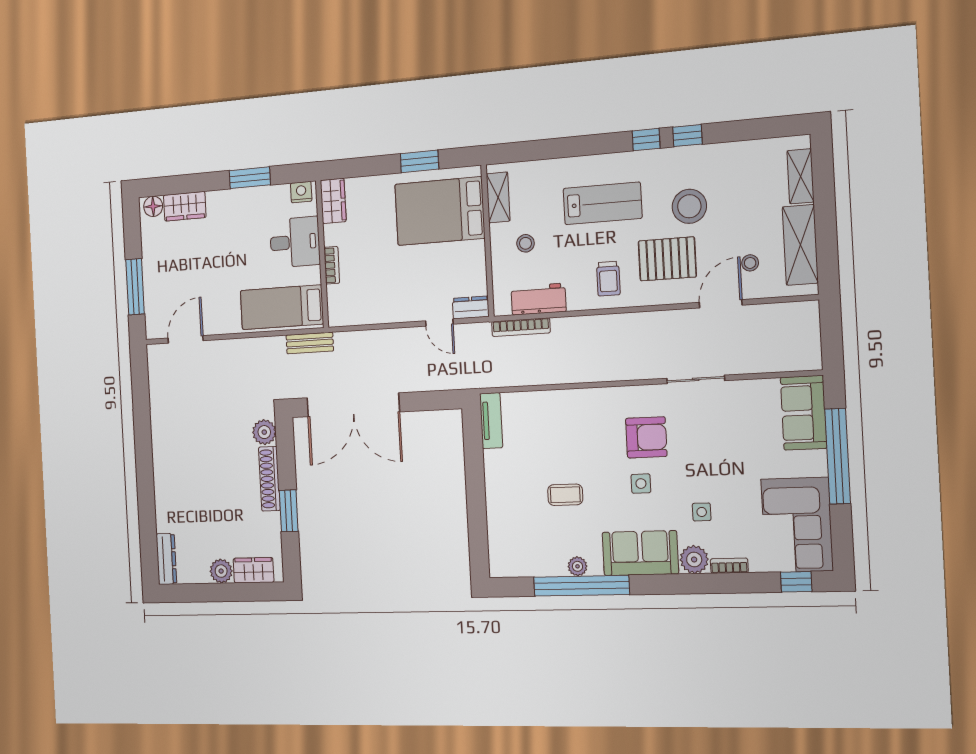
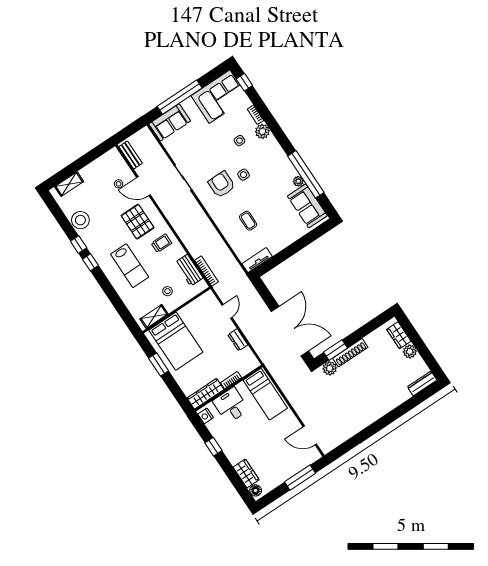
window: (250, 178) -> (213, 447), width x0.67
wardrobe: (333, 201) -> (205, 394), width x1.50
lab bench: (602, 203) -> (130, 266), turned 180
stool: (689, 206) -> (80, 220), moved
shelving: (800, 245) -> (98, 167), removed
dresser: (471, 307) -> (238, 340), moved
bench: (310, 343) -> (131, 155), moved
coffee table: (565, 495) -> (248, 221), moved
window: (289, 511) -> (335, 350), moved
sofa: (640, 553) -> (307, 206), moved

